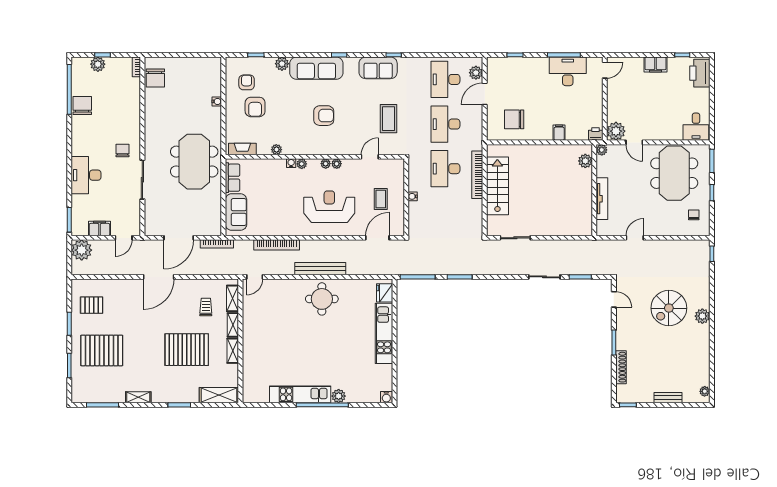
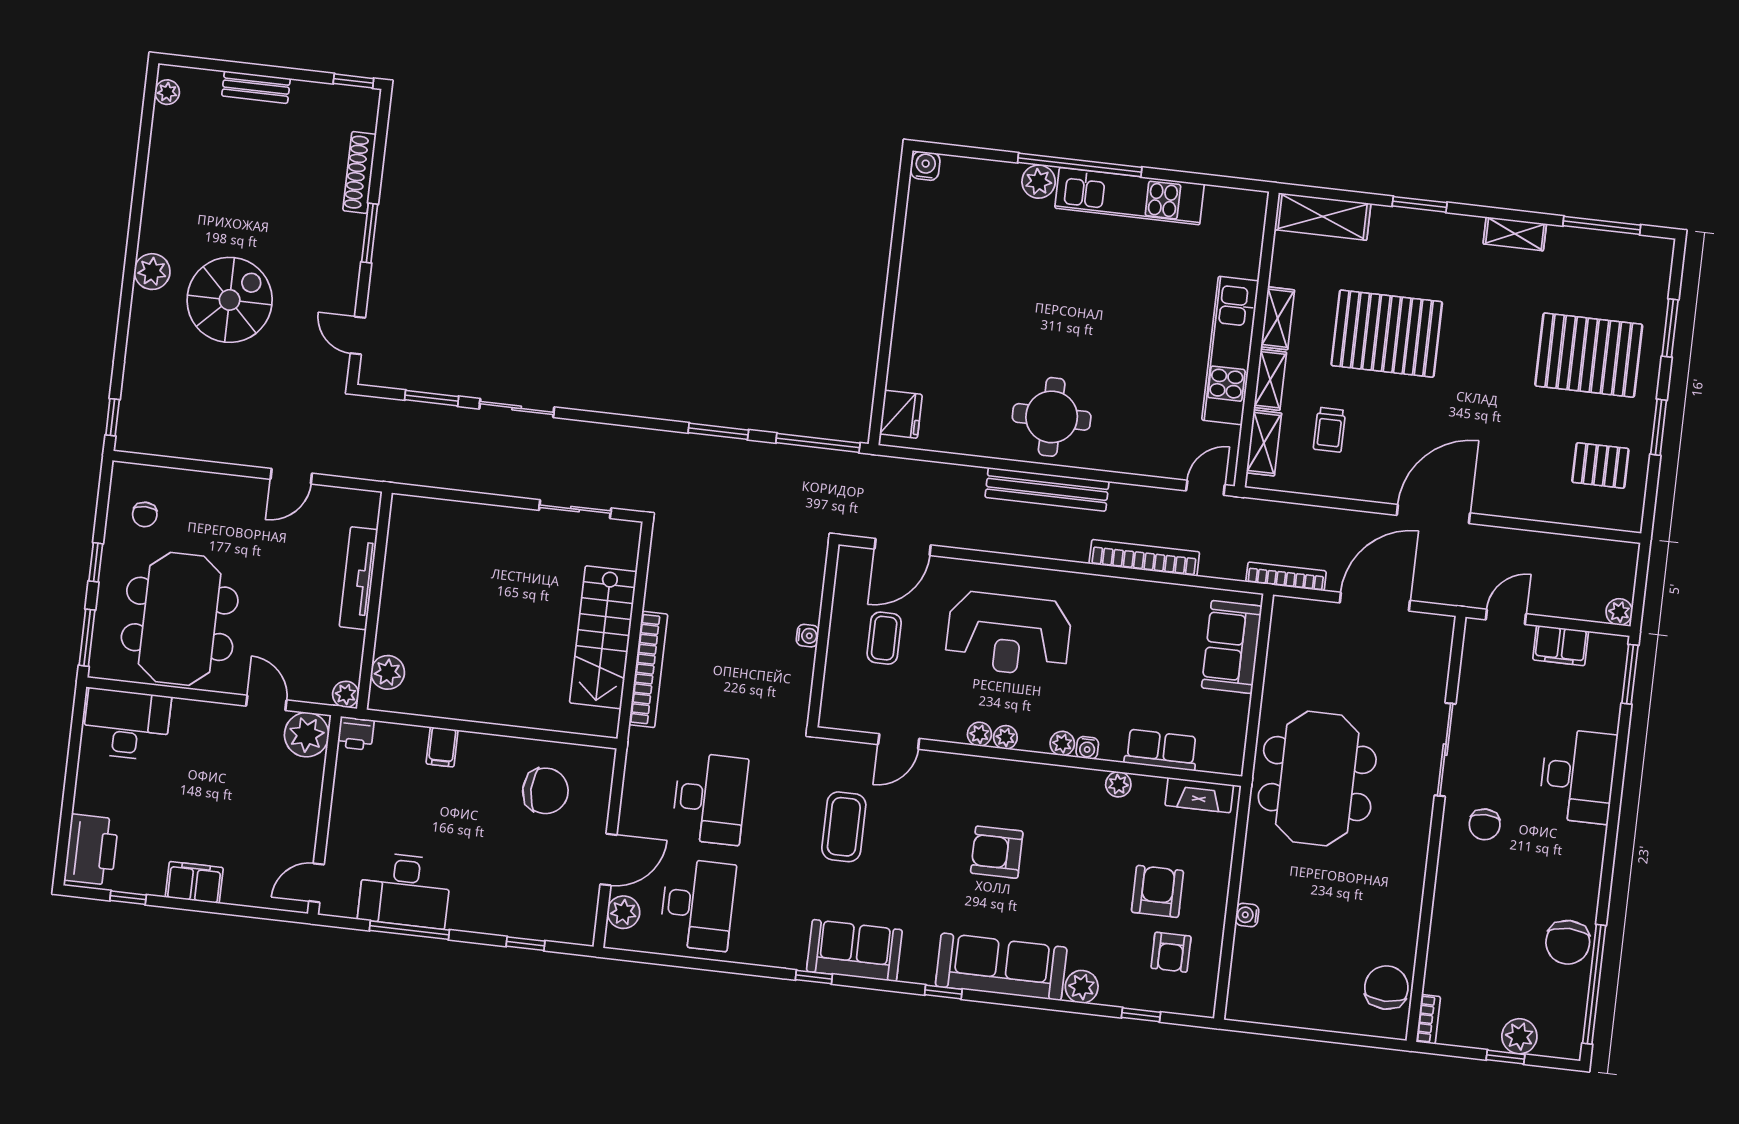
desk: (696, 127) -> (127, 725), width x1.37
desk: (445, 169) -> (722, 693), removed
row of seats: (232, 178) -> (1161, 750), moved, turned 90
plant: (82, 250) -> (1619, 612), width x0.53, depth x0.53
kitchen unit: (384, 333) -> (1230, 350), moved, turned 180

